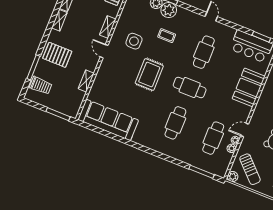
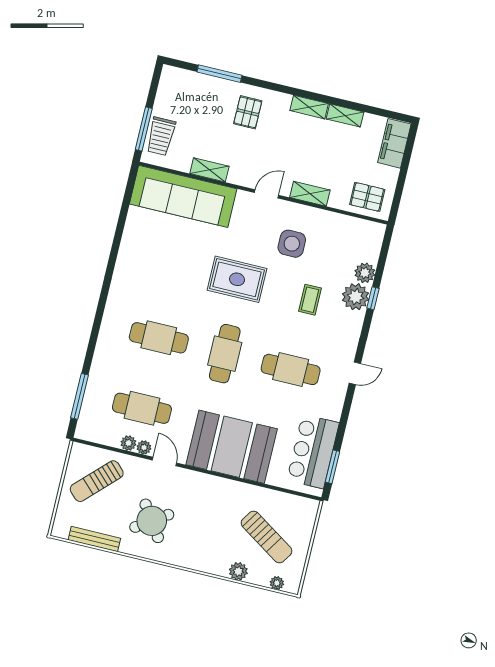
pallet: (57, 55) -> (248, 112), width x0.67, depth x0.71
trolley: (41, 85) -> (161, 136), moved
booth: (249, 87) -> (232, 447), width x1.36, depth x1.42
sofa: (108, 120) -> (183, 196), moved, turned 90
plant: (233, 177) -> (79, 452), removed

